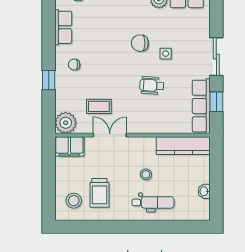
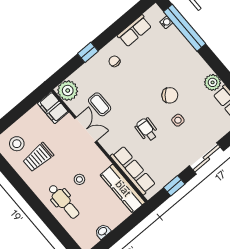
chair: (140, 43) -> (170, 95), turned 132
row of seats: (201, 106) -> (133, 170), moved, turned 90

